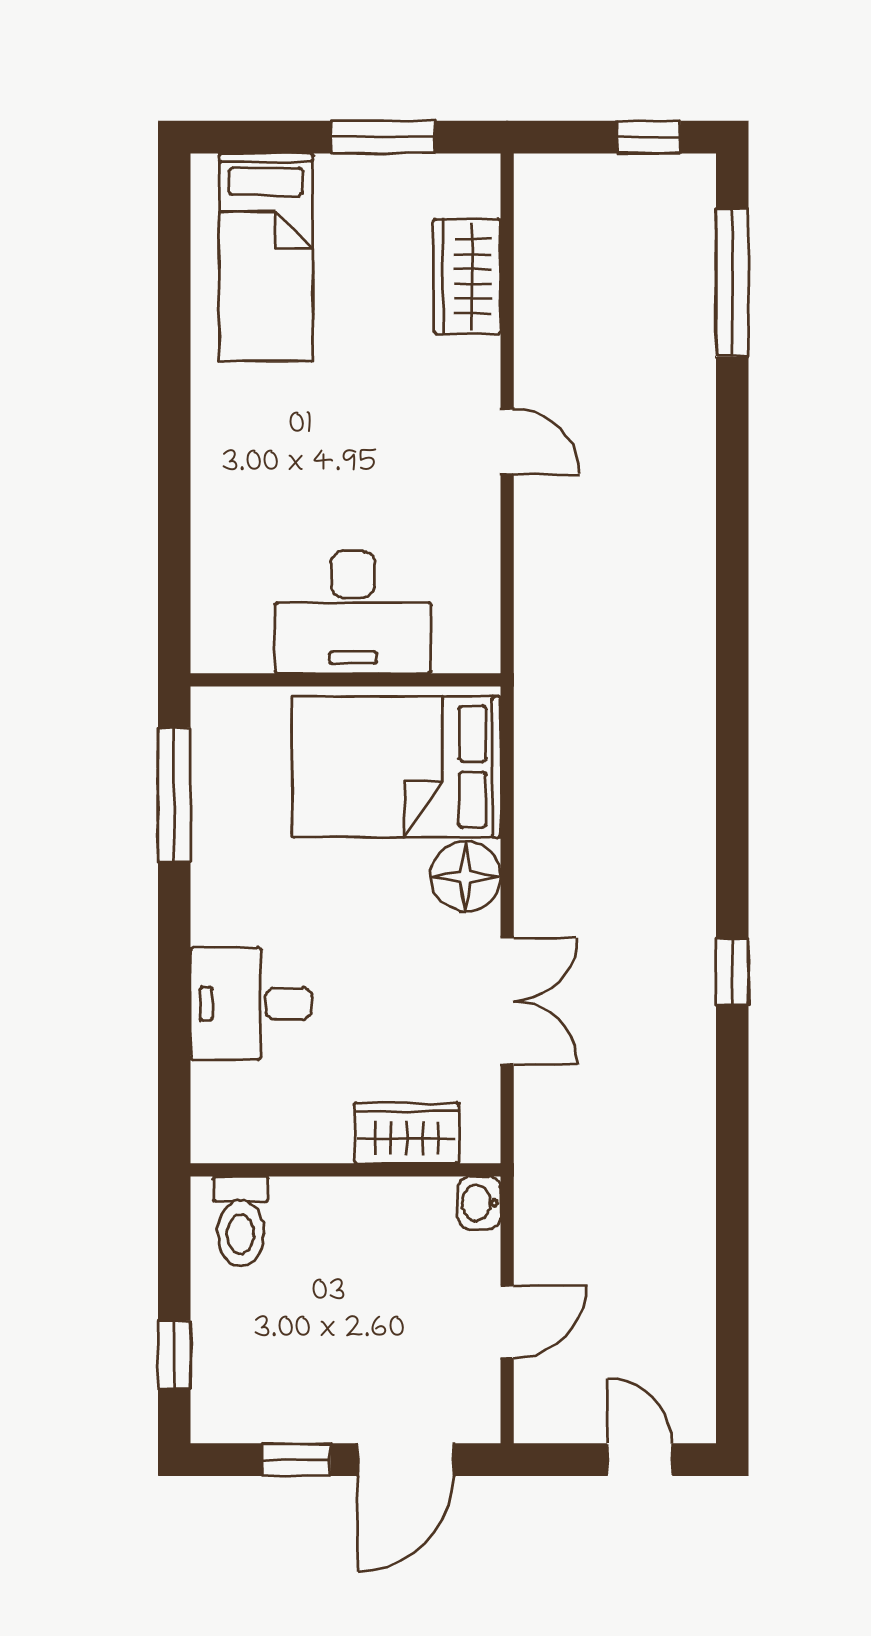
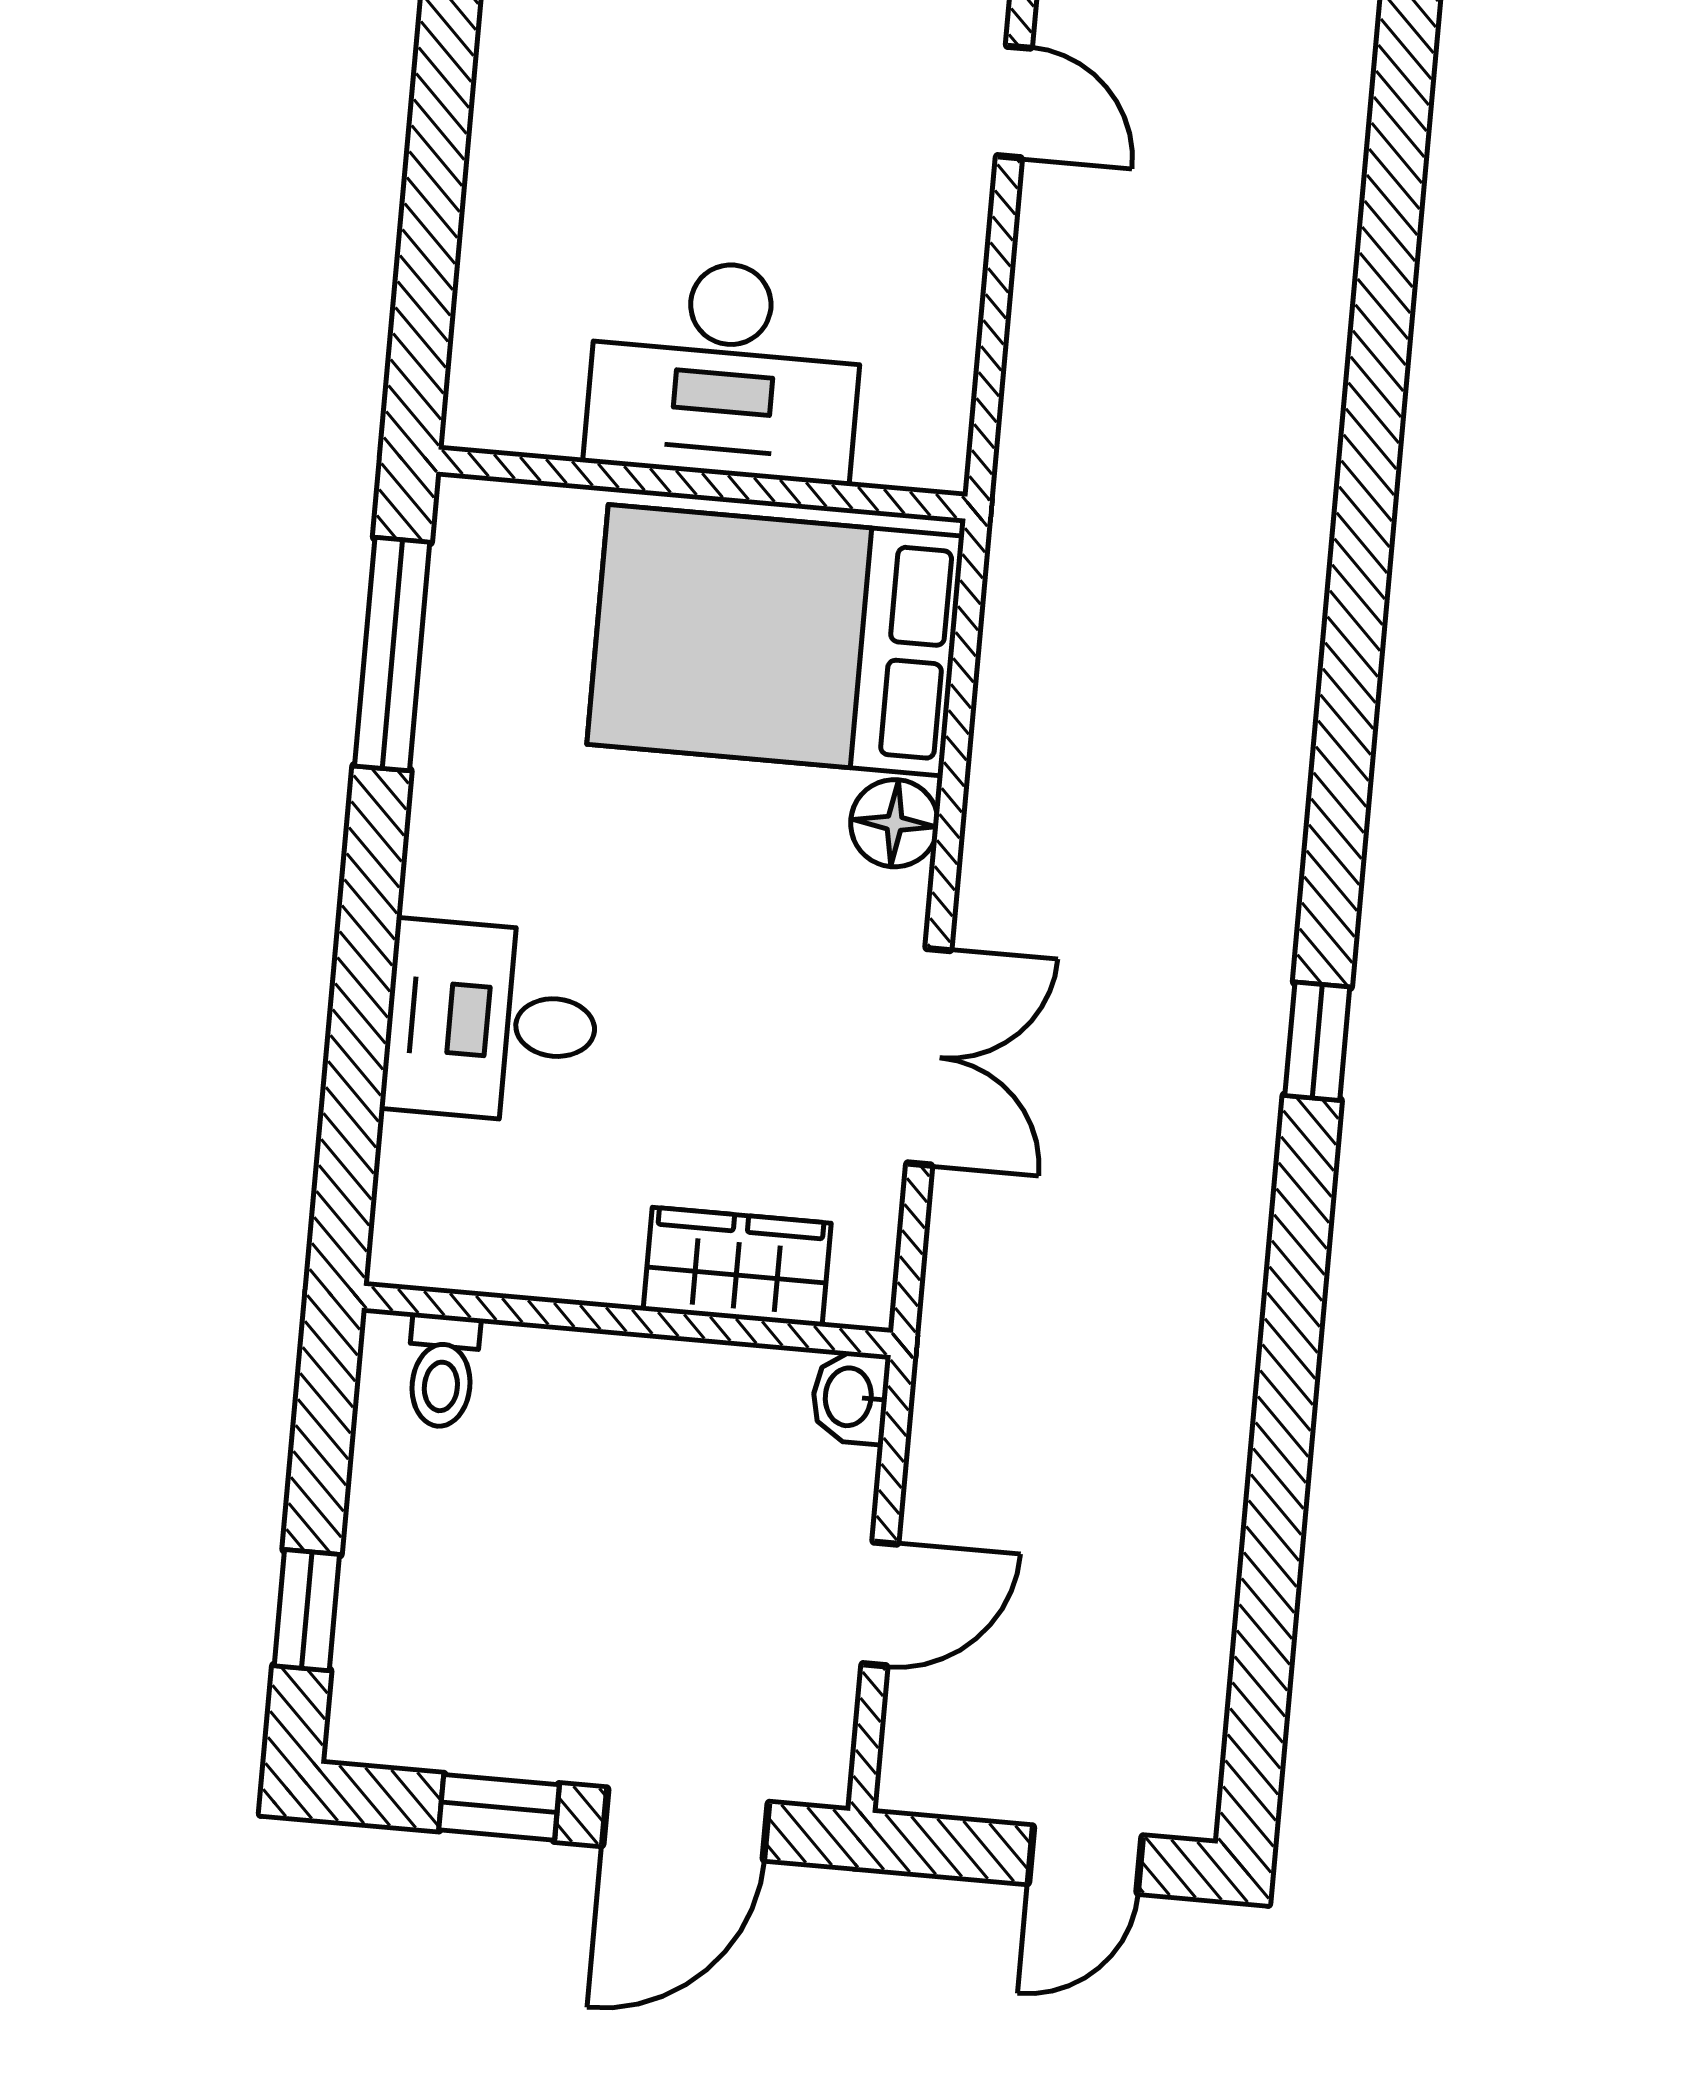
floor lamp: (466, 877) -> (895, 823), width x0.73, depth x0.73
toilet: (241, 1221) -> (442, 1371), width x0.73, depth x0.72
door: (640, 1460) -> (1085, 1860), swing flipped

